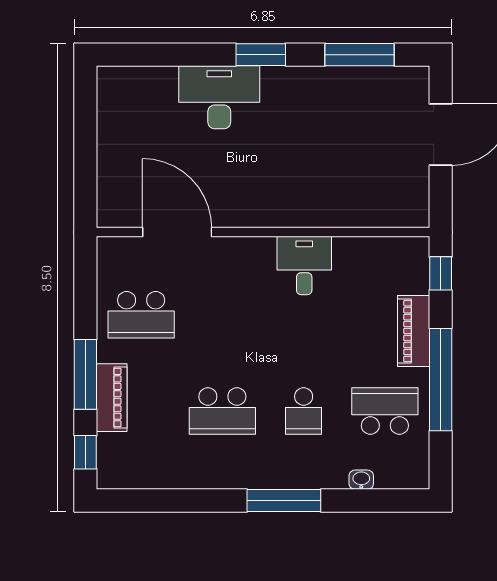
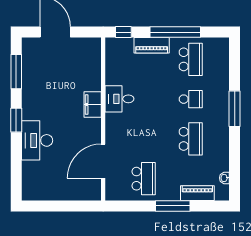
filing cabinet: (292, 211) -> (93, 105), added
piano: (112, 398) -> (197, 193), moved
school desk: (385, 411) -> (191, 59), turned 180
window: (85, 452) -> (211, 206), removed
washbasin: (361, 480) -> (224, 178), moved

